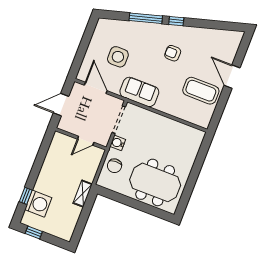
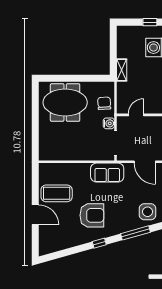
window: (146, 18) -> (135, 233), moved
armchair: (173, 53) -> (92, 215), width x1.88, depth x1.88
side table: (118, 57) -> (148, 212), moved

